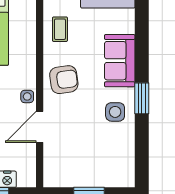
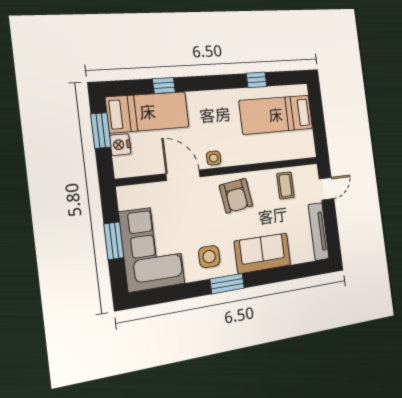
coffee table: (60, 29) -> (285, 185), turned 90
corner sofa: (100, 162) -> (152, 248), added

